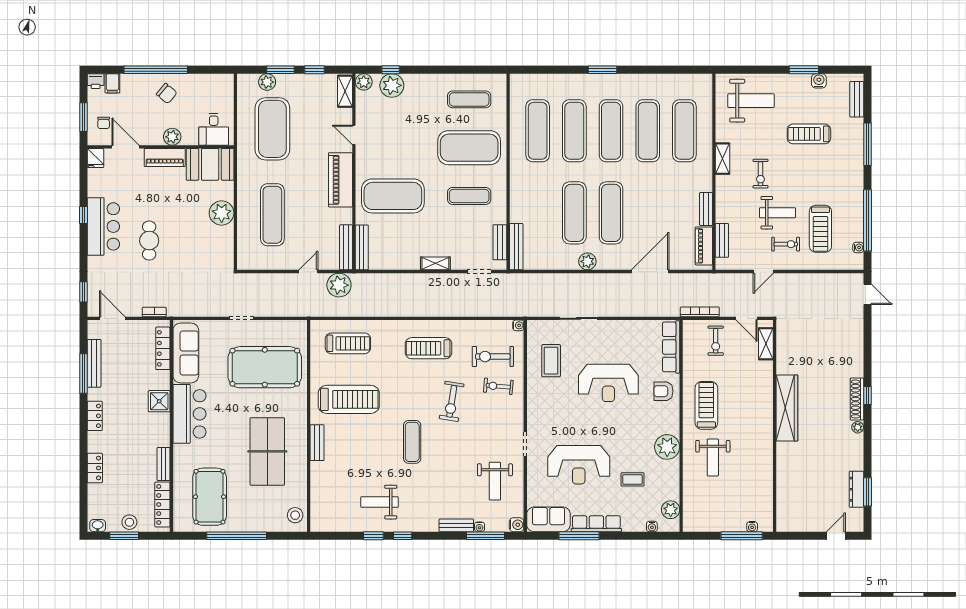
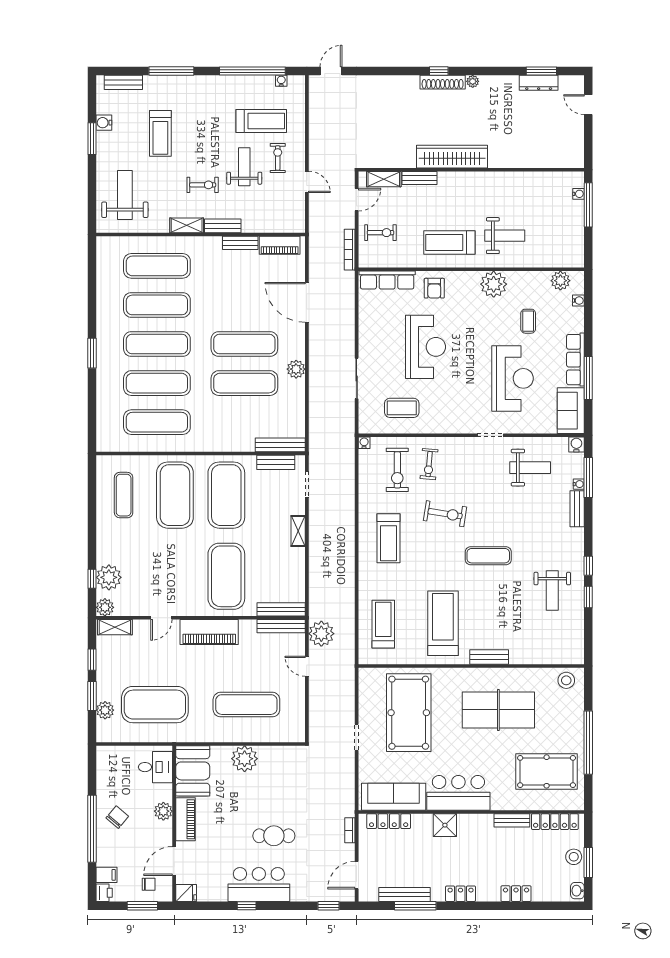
exercise mat: (469, 196) -> (226, 495), width x2.00, depth x1.45
bench: (722, 240) -> (223, 226), moved
bench: (767, 377) -> (420, 178), added

